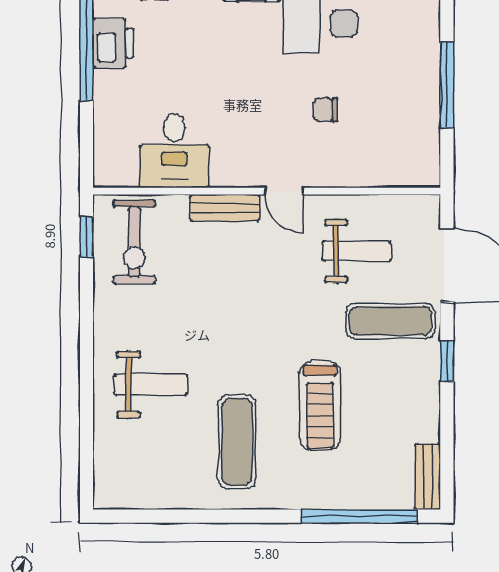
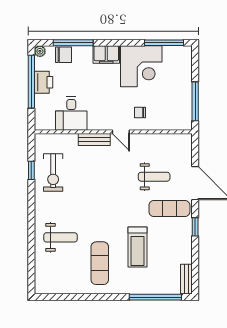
desk: (174, 151) -> (71, 114), moved
wall: (267, 191) -> (113, 132), moved
door: (284, 191) -> (121, 132), moved
bench: (225, 208) -> (94, 139), moved

